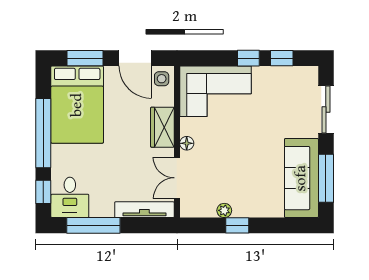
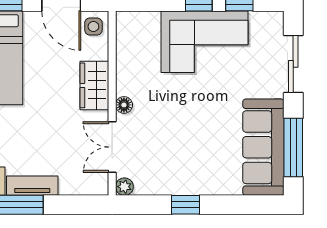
corner sofa: (215, 91) -> (205, 42), moved
tv unit: (144, 210) -> (32, 186), moved, width x0.71
plant: (224, 210) -> (124, 187), moved

